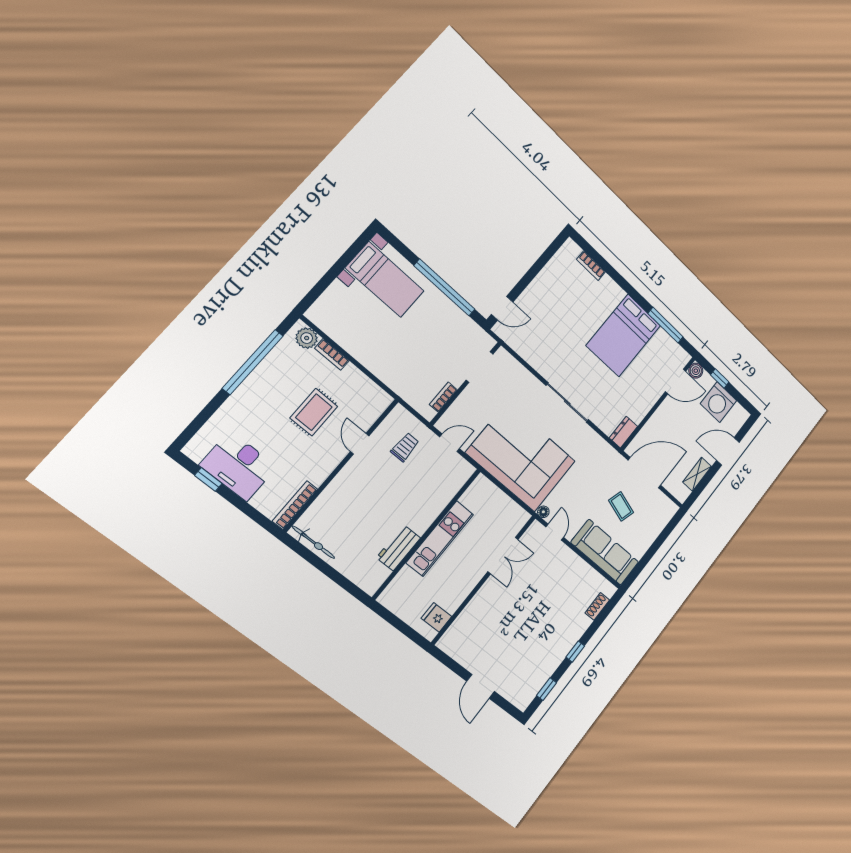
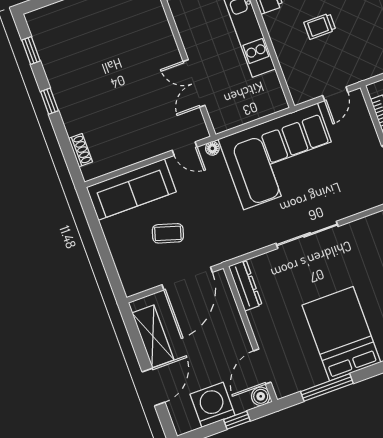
dresser: (623, 432) -> (245, 285), width x1.44
trolley: (405, 447) -> (320, 26), moved, turned 90
shelving: (697, 474) -> (153, 336), width x1.50, depth x1.33

